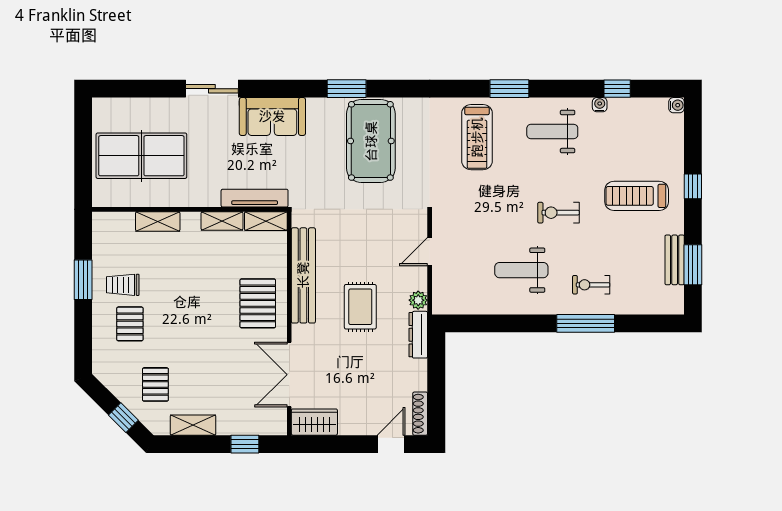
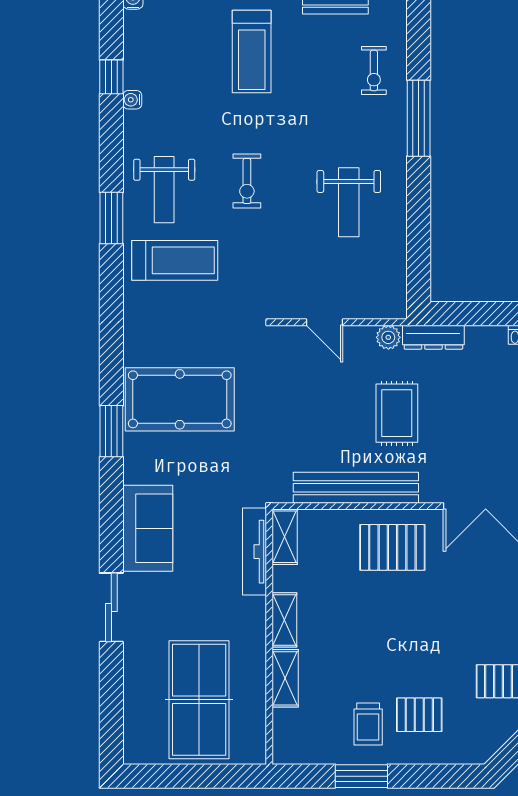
weight bench: (552, 132) -> (164, 190), moved
exercise bike: (559, 213) -> (247, 181), moved
shelving: (222, 221) -> (284, 620), moved
exercise bike: (591, 285) -> (374, 71), moved
rug: (360, 307) -> (397, 413), turned 90

